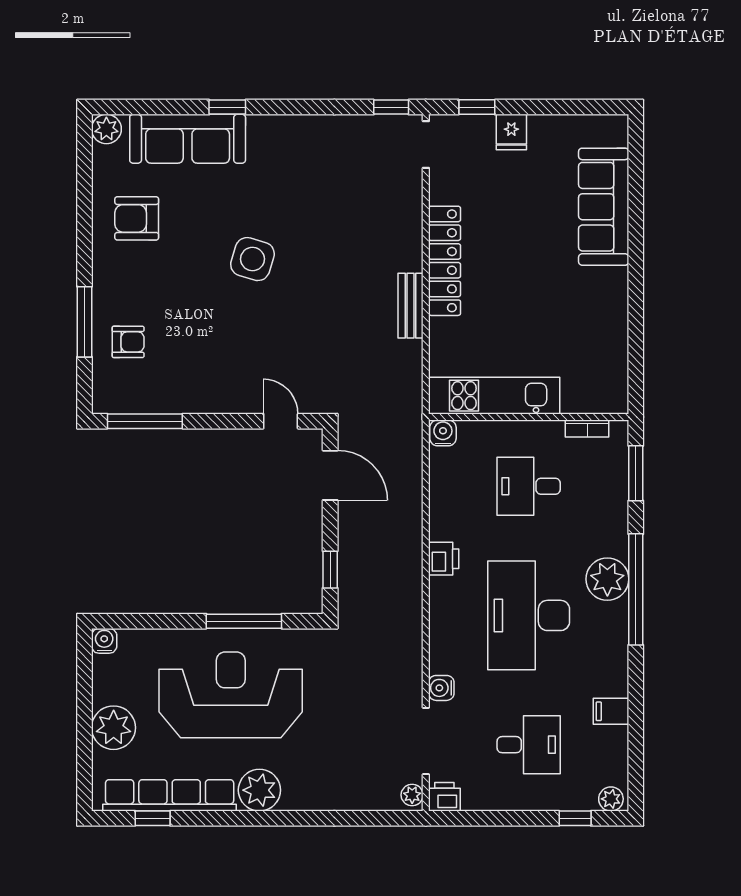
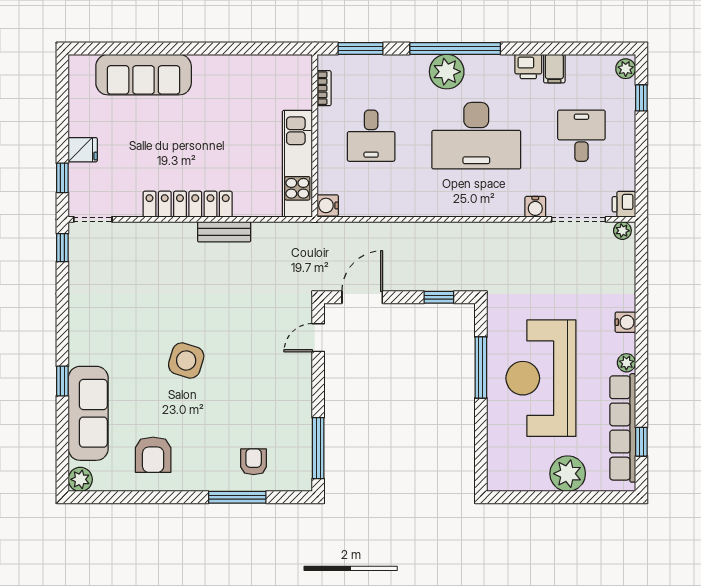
printer: (444, 559) -> (528, 67), moved, turned 180
water cooler: (104, 641) -> (625, 322), moved, turned 180
plant: (259, 790) -> (626, 363), width x0.53, depth x0.53

